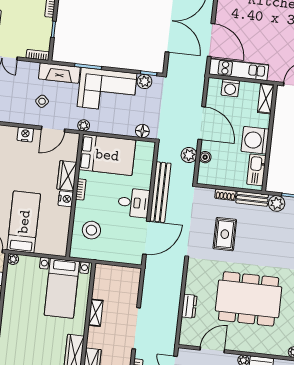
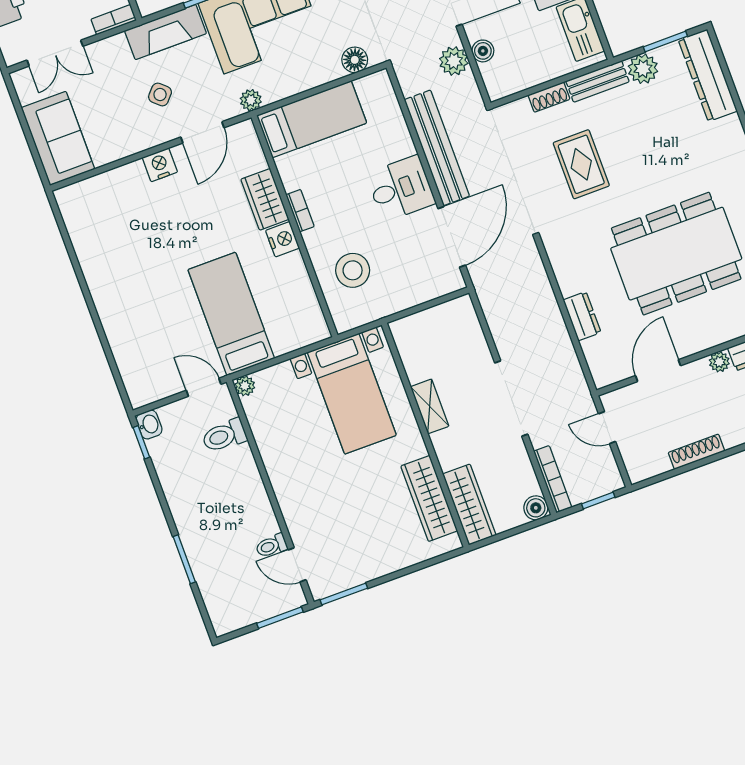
bed: (107, 155) -> (312, 119), width x0.67

